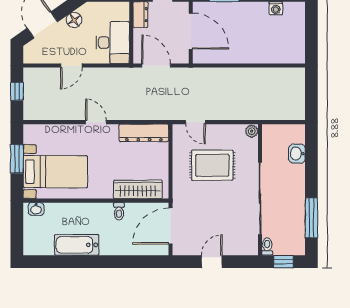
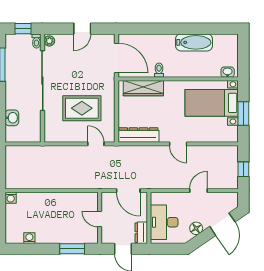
door: (191, 31) -> (100, 219), width x0.53
desk: (113, 43) -> (164, 222), moved
washing machine: (298, 57) -> (11, 198), added
plant: (252, 131) -> (49, 41), moved
door: (170, 226) -> (116, 58), hinge flipped

